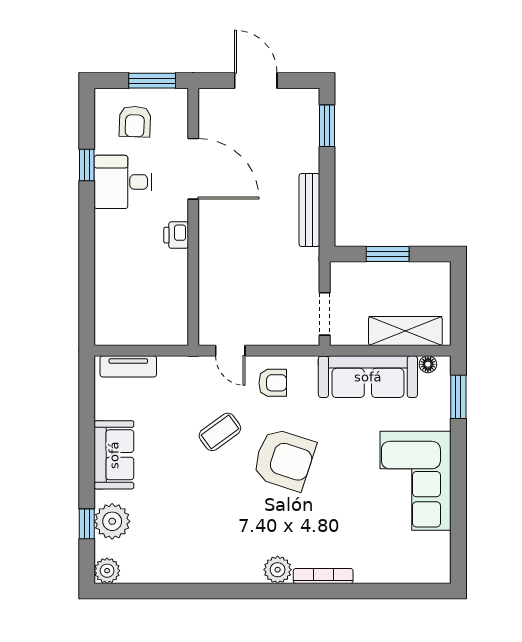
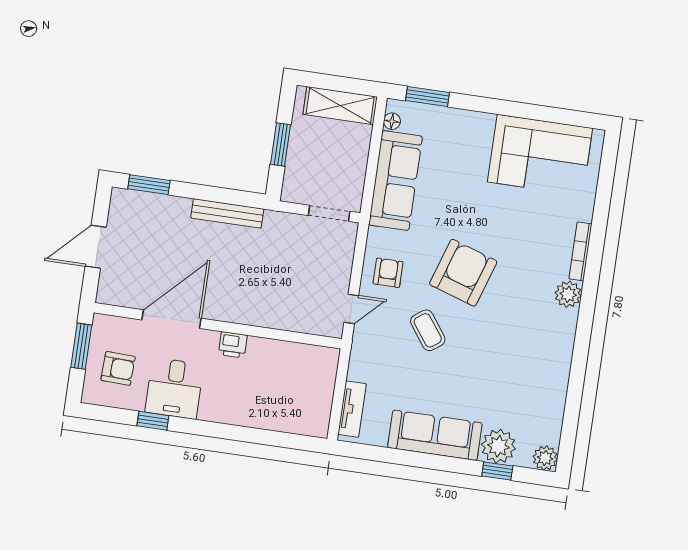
shelving: (405, 331) -> (340, 105), moved, turned 90
sofa: (114, 455) -> (435, 435), width x1.36
corner sofa: (416, 481) -> (540, 155), moved

